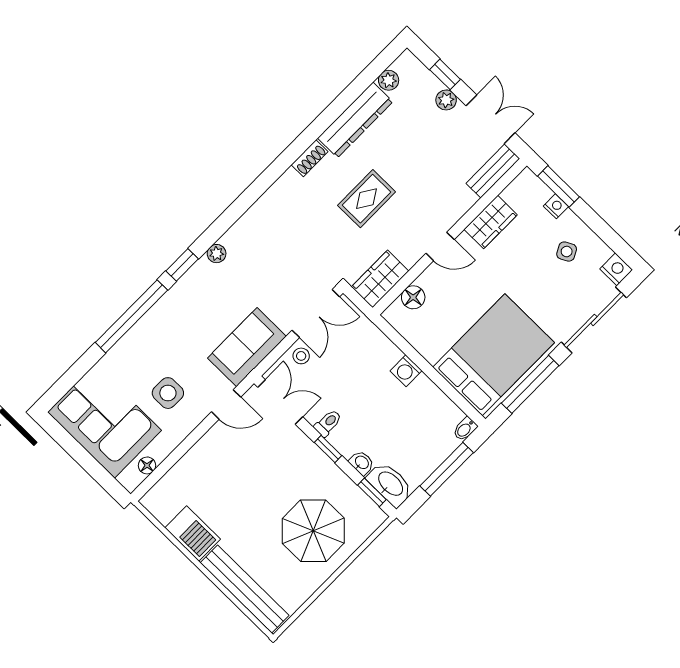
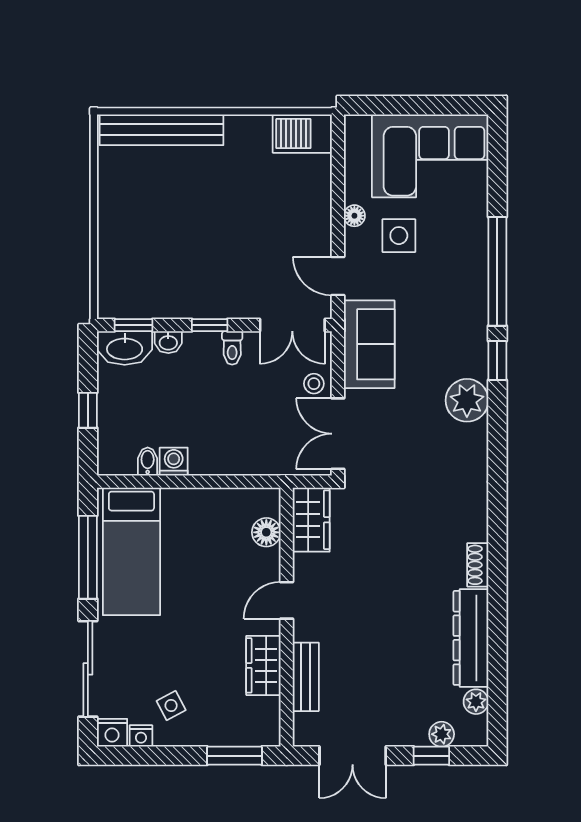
plant: (446, 100) -> (442, 734), moved
bench: (493, 171) -> (306, 677), moved
rug: (367, 199) -> (393, 579), removed
nightstand: (556, 206) -> (141, 736), moved
plant: (217, 254) -> (467, 400), width x1.88, depth x1.88
bed: (494, 355) -> (131, 551), width x0.67
washing machine: (406, 371) -> (174, 462), moved
door: (226, 404) -> (338, 276), hinge flipped
bidet: (465, 429) -> (148, 461), moved
floor lamp: (147, 465) -> (354, 216), moved
window: (447, 469) -> (88, 410), width x0.46
parasol: (313, 531) -> (152, 241), removed
barbecue: (193, 533) -> (302, 134), moved

